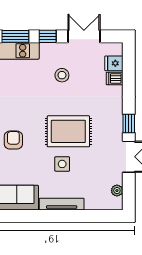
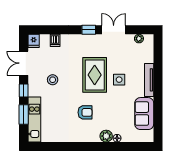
fridge: (114, 63) -> (34, 41), moved
armchair: (13, 140) -> (85, 112), moved, turned 180

